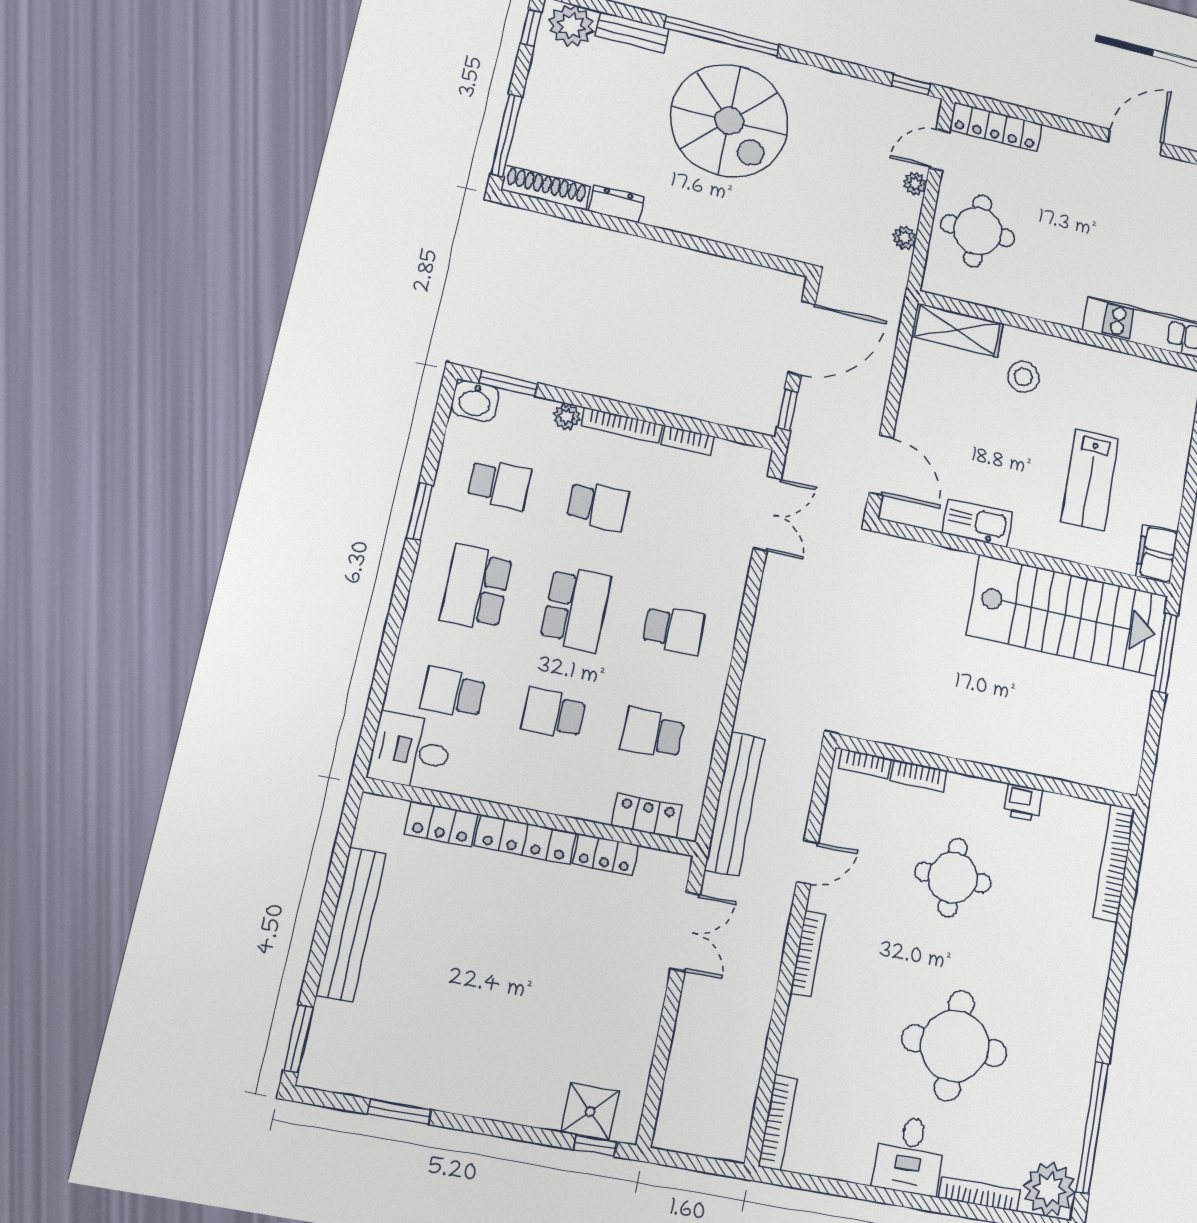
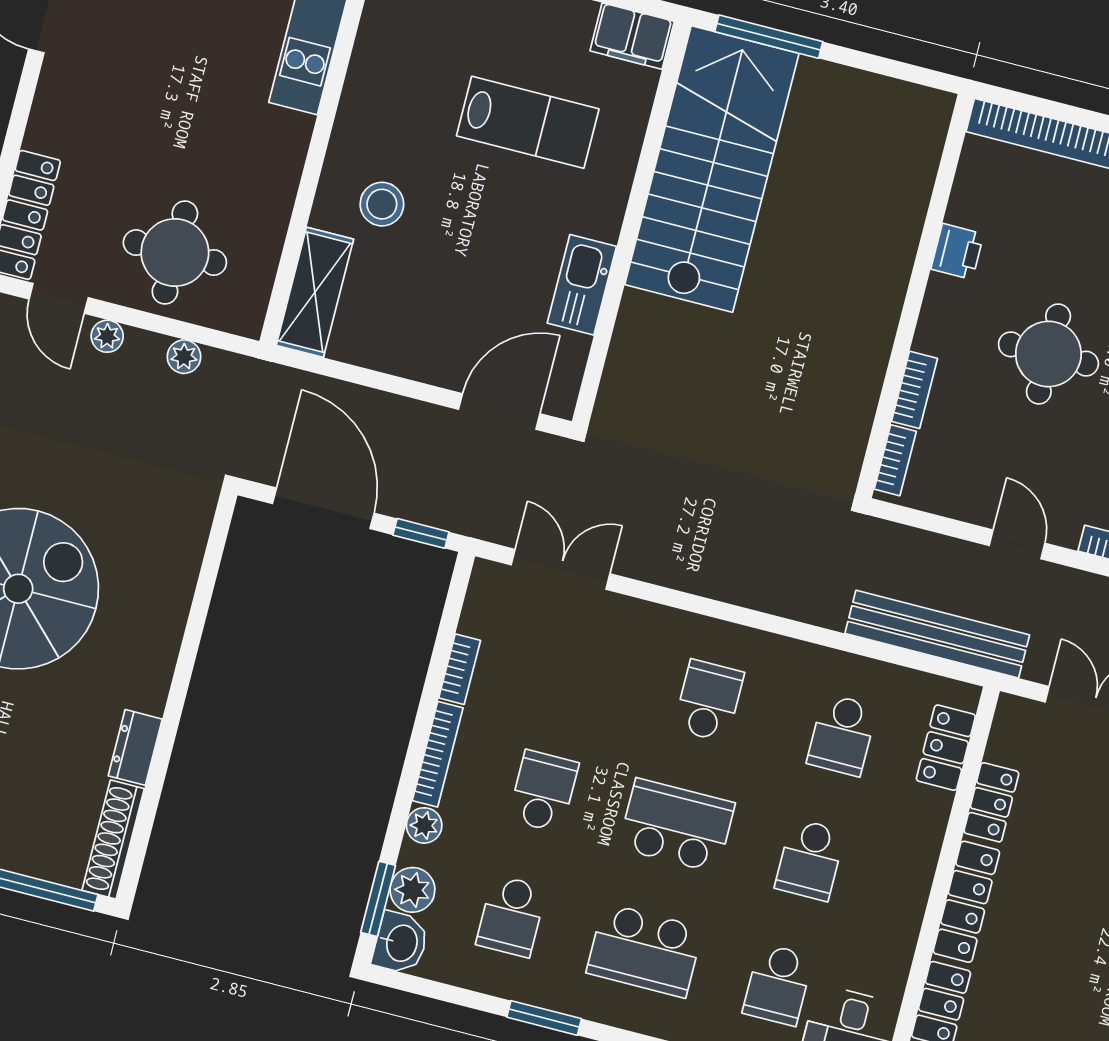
plant: (517, 409) -> (412, 890), added
school desk: (499, 484) -> (511, 916), turned 180

